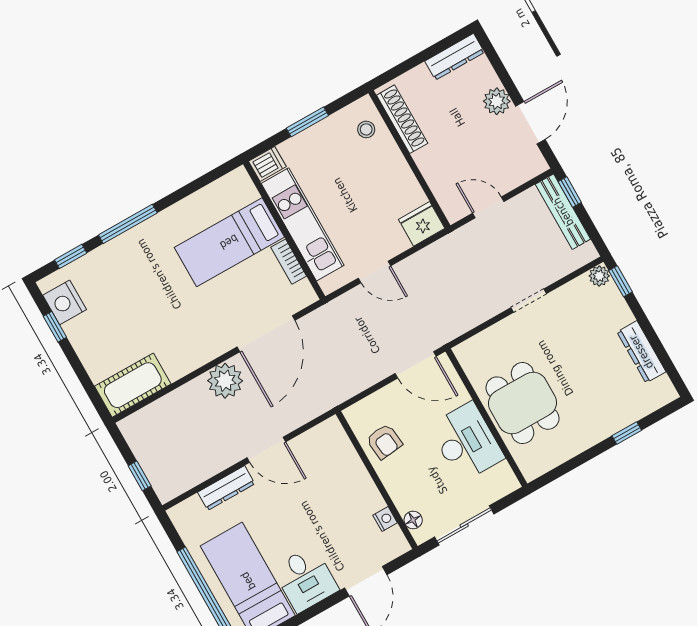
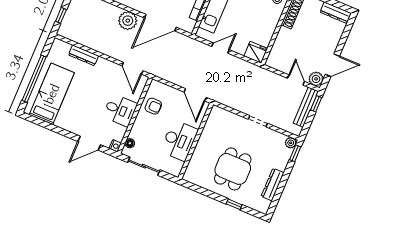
plant: (497, 101) -> (316, 79), moved
door: (488, 207) -> (296, 80), moved
door: (374, 272) -> (221, 48), swing flipped
dining table: (523, 403) -> (233, 169), moved
armchair: (384, 441) -> (153, 106), turned -84
door: (266, 450) -> (132, 68), moved
nightstand: (385, 519) -> (115, 146), moved
desk: (305, 579) -> (120, 110), moved, turned -90

